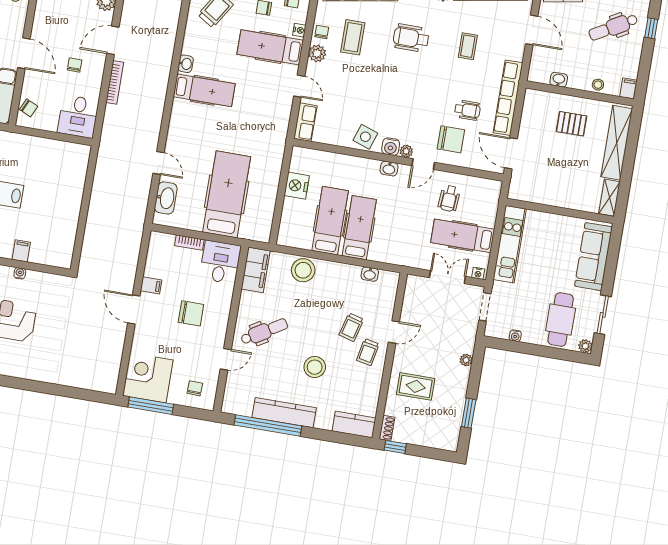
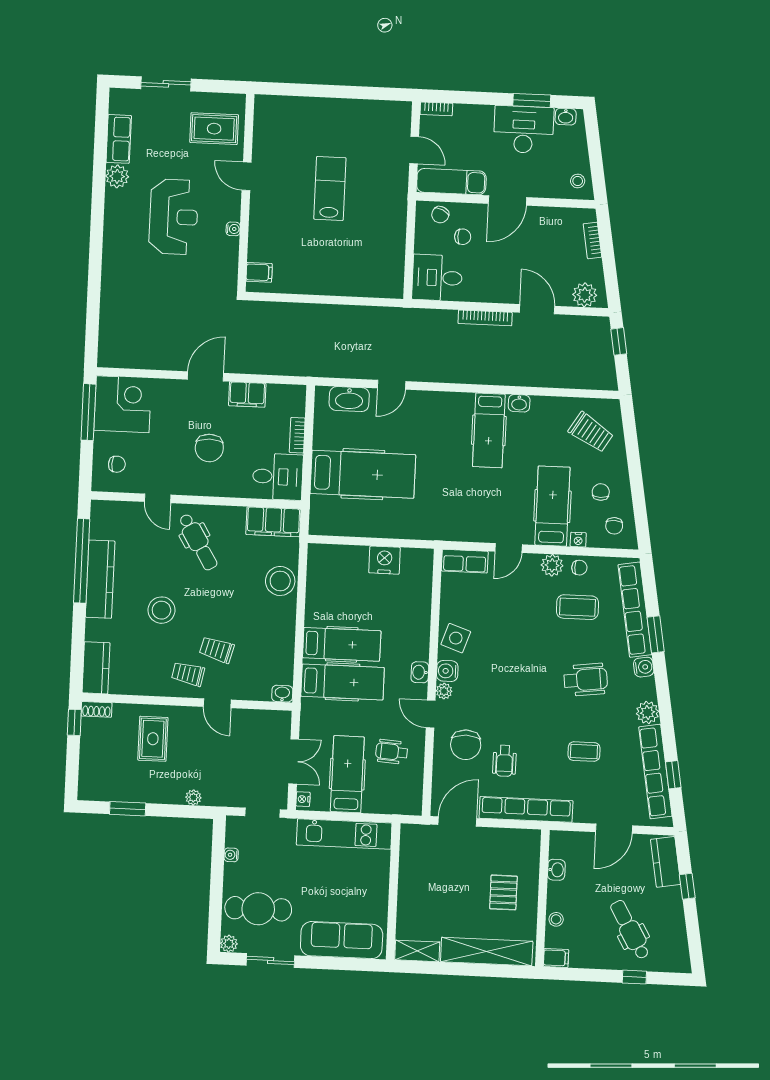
wheelchair: (411, 38) -> (586, 680), turned 83
chair: (75, 65) -> (463, 237), moved
hospital bed: (330, 221) -> (343, 682), moved
filing cabinet: (21, 251) -> (259, 272), moved
washbasin: (370, 274) -> (282, 694), moved, turned 90
filing cabinet: (151, 285) -> (247, 394), width x2.00

